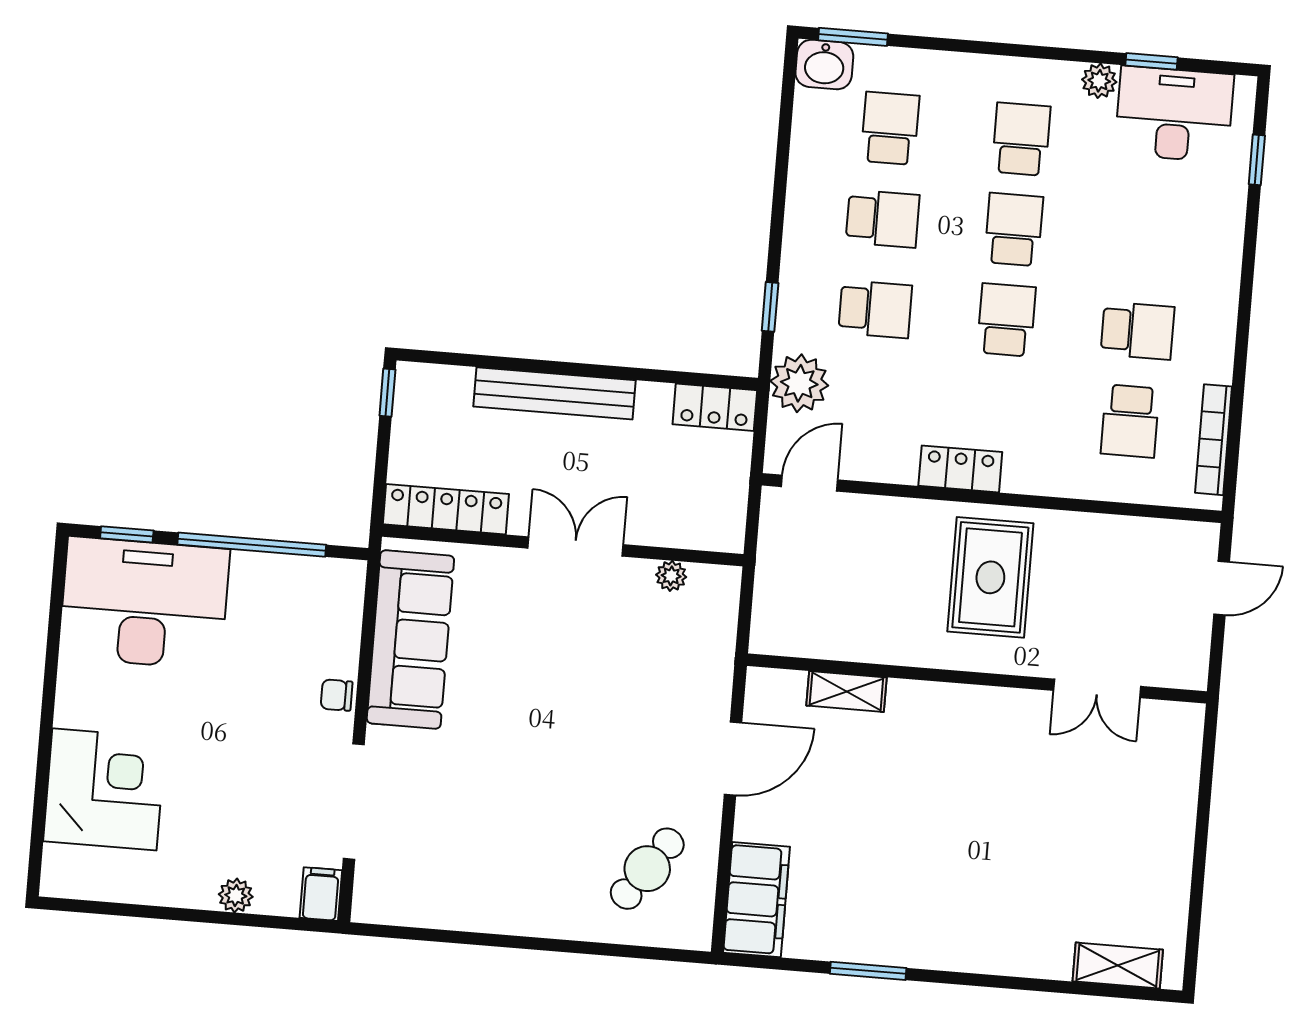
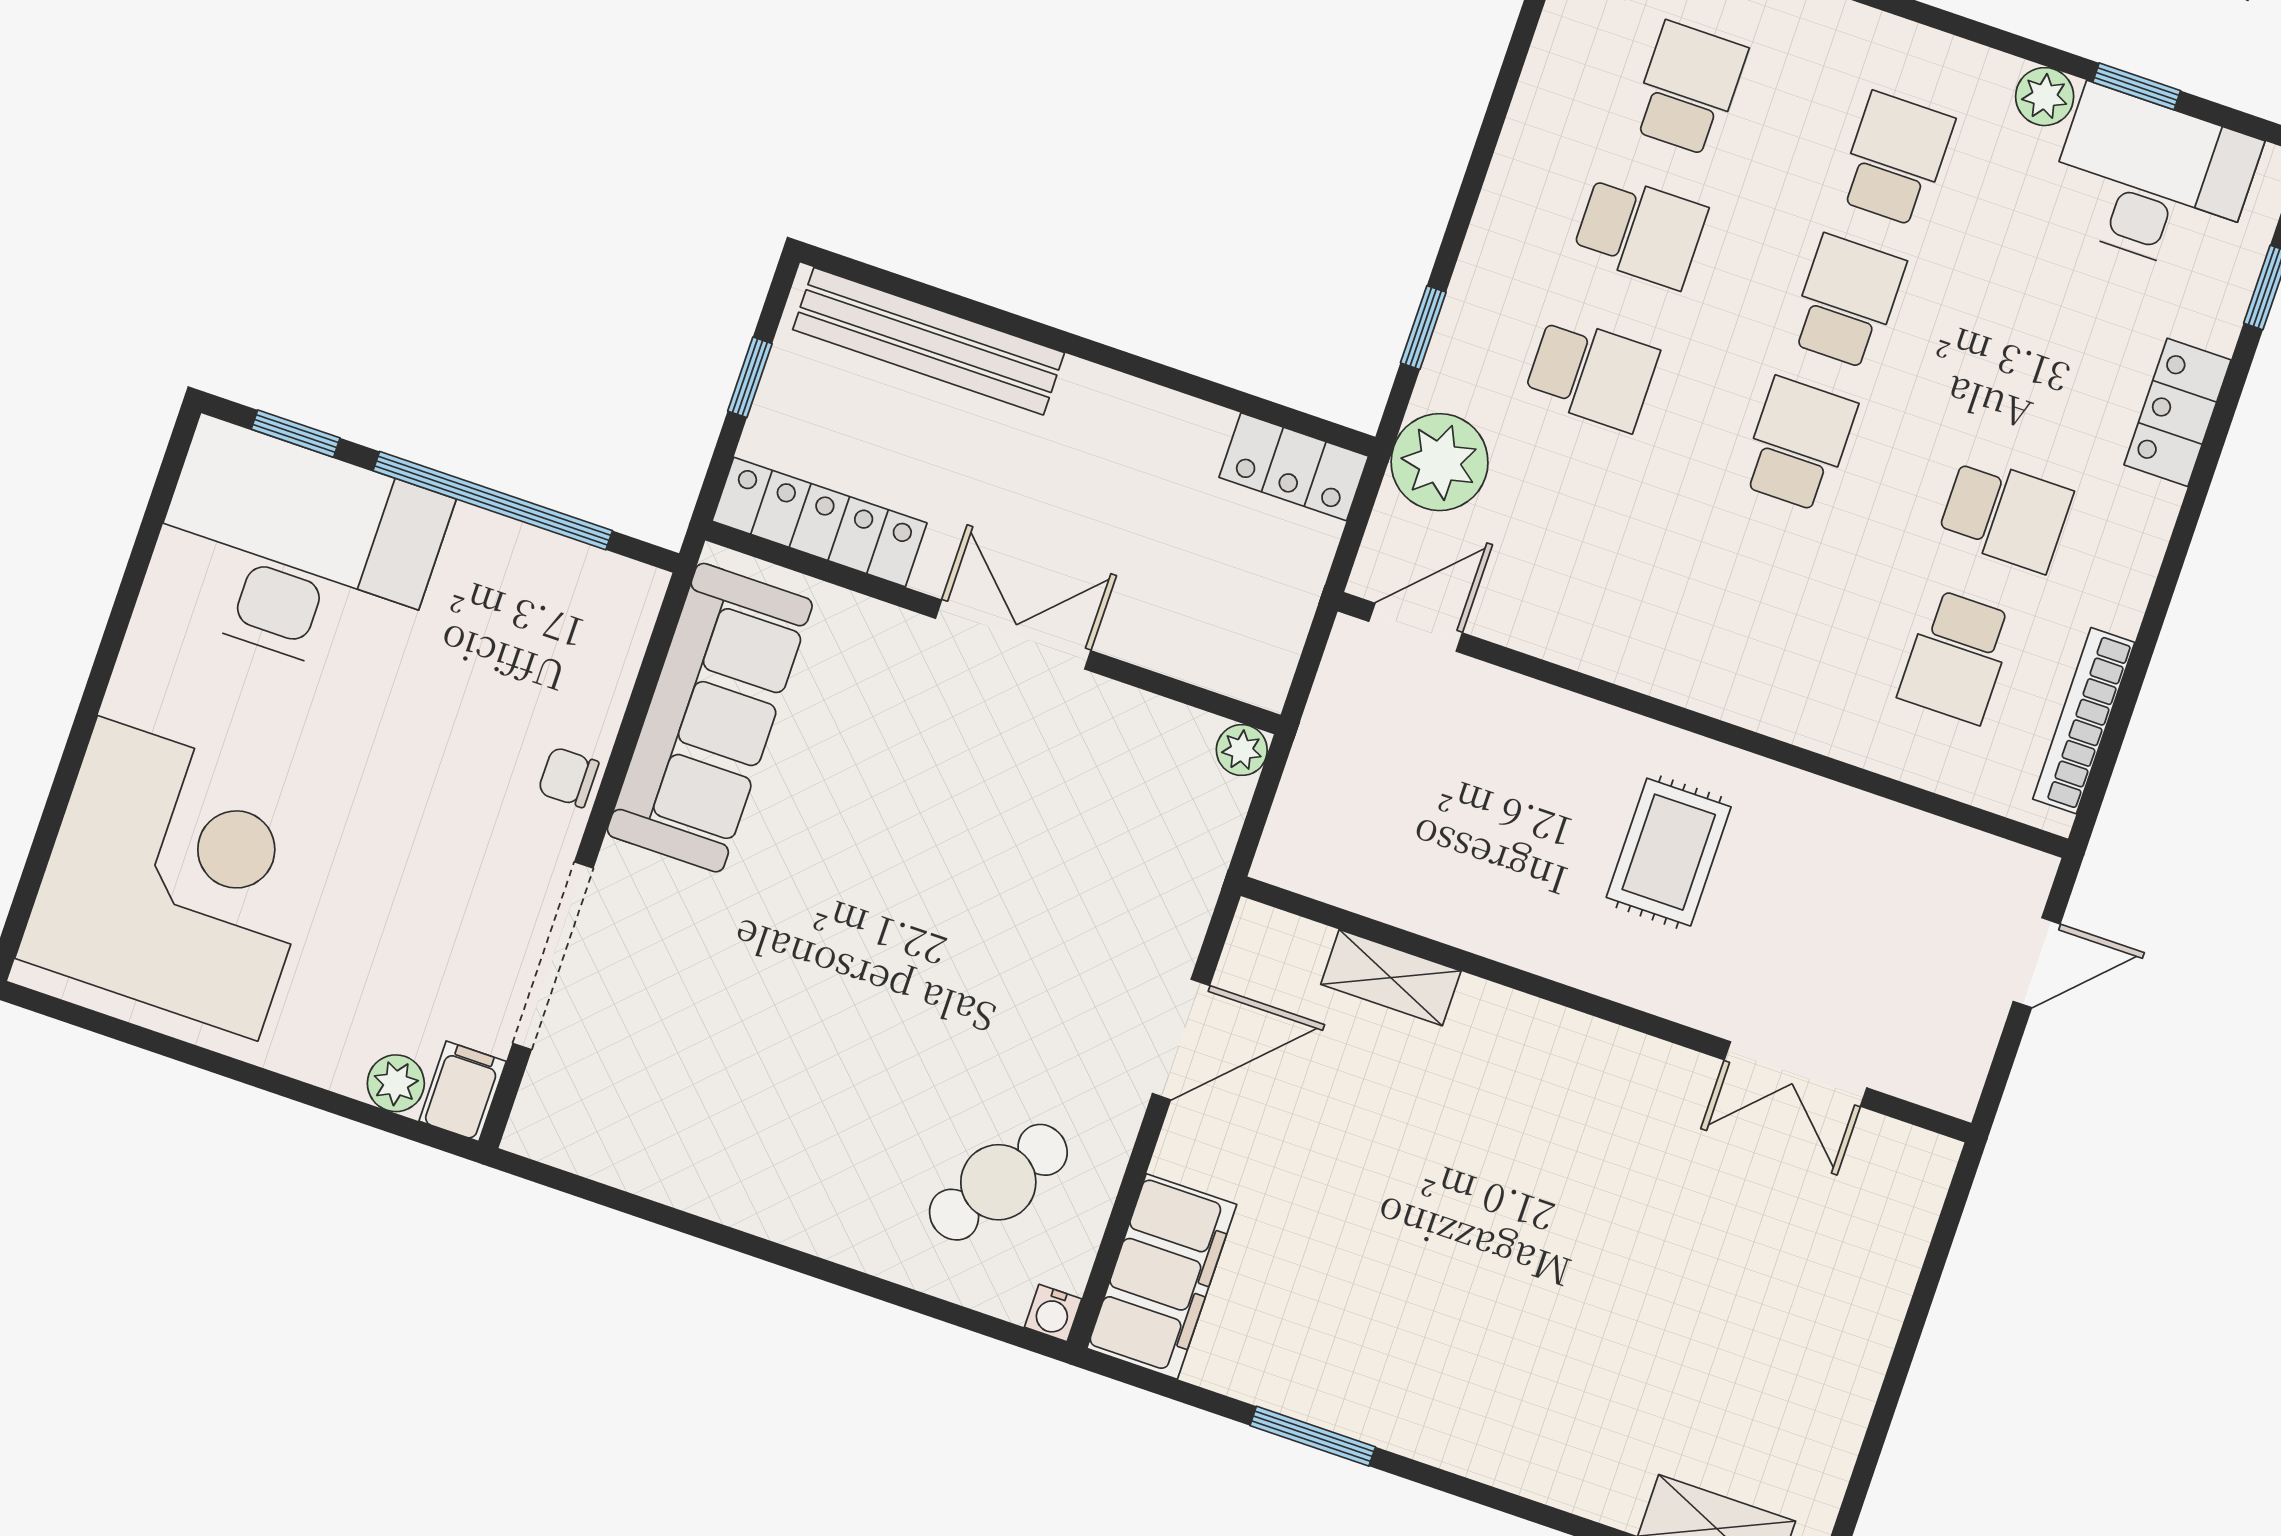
window: (387, 393) -> (750, 377), moved
bench: (554, 393) -> (929, 341), moved
locker: (960, 469) -> (2177, 412), moved, turned -90
plant: (671, 576) -> (1242, 750), moved
rug: (990, 577) -> (1669, 852), width x0.73, depth x0.70
corner desk: (104, 789) -> (178, 878), width x1.36, depth x1.36
plant: (236, 896) -> (396, 1083), moved
water cooler: (698, 937) -> (1053, 1313), added

